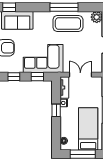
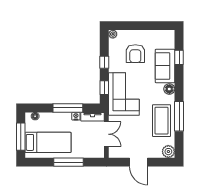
floor lamp: (39, 16) -> (169, 89), added
window: (56, 110) -> (68, 108), width x2.17

